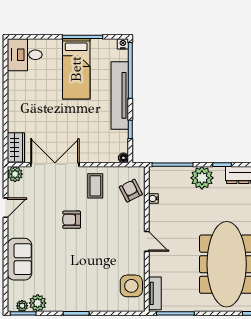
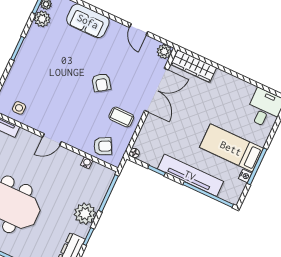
nightstand: (123, 44) -> (245, 176), moved
wardrobe: (16, 147) -> (194, 66), width x1.50
armchair: (72, 220) -> (101, 83), turned 145
side table: (131, 286) -> (19, 108), width x0.54, depth x0.54

